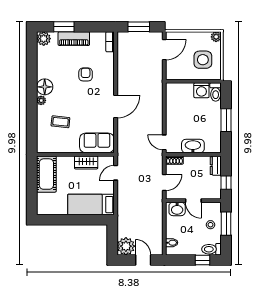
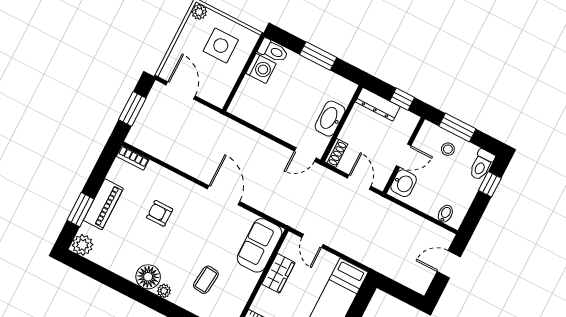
dresser: (216, 166) -> (378, 104), width x1.44
plant: (126, 246) -> (418, 278), removed

